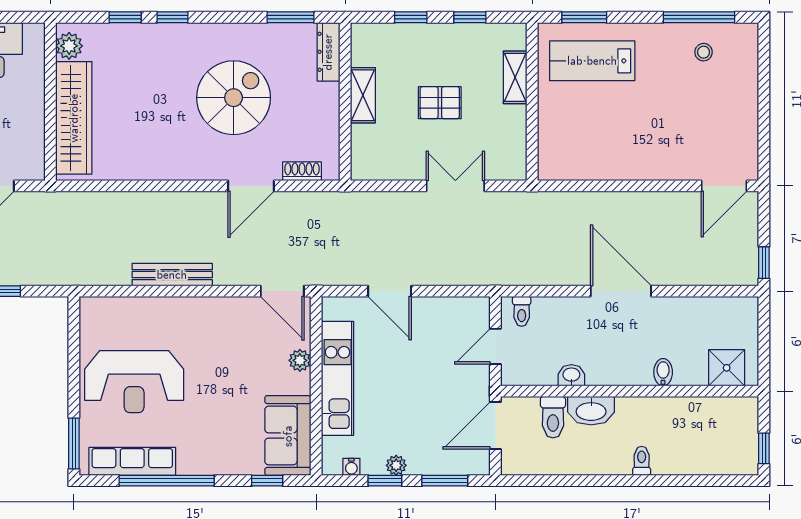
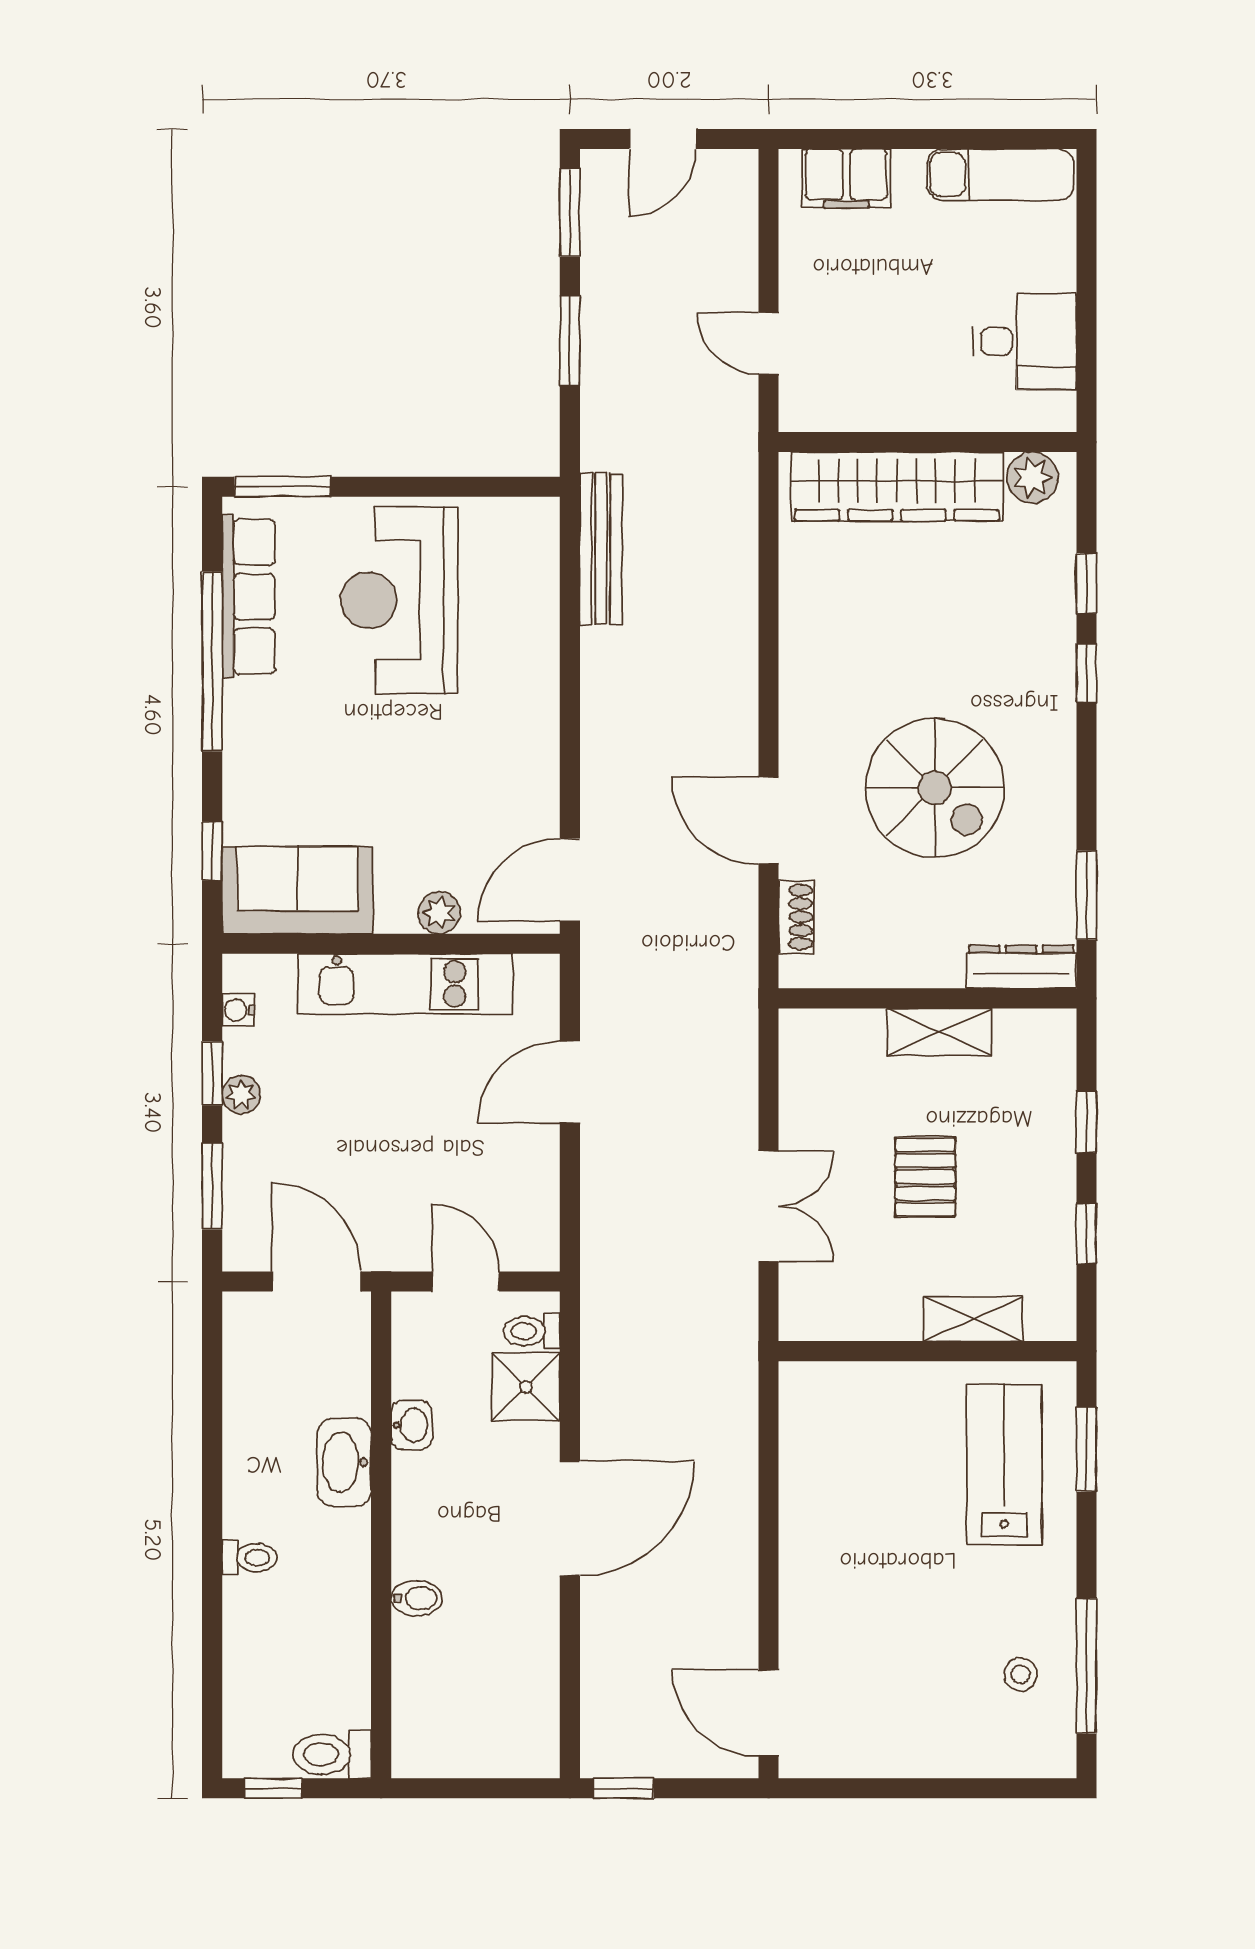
bench: (172, 275) -> (601, 549), moved
shower: (727, 368) -> (526, 1387), moved
toilet: (553, 417) -> (332, 1754), moved

